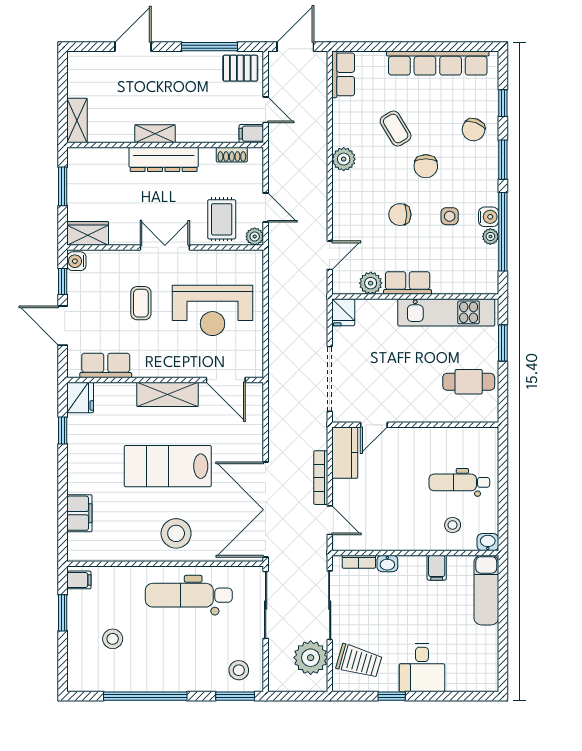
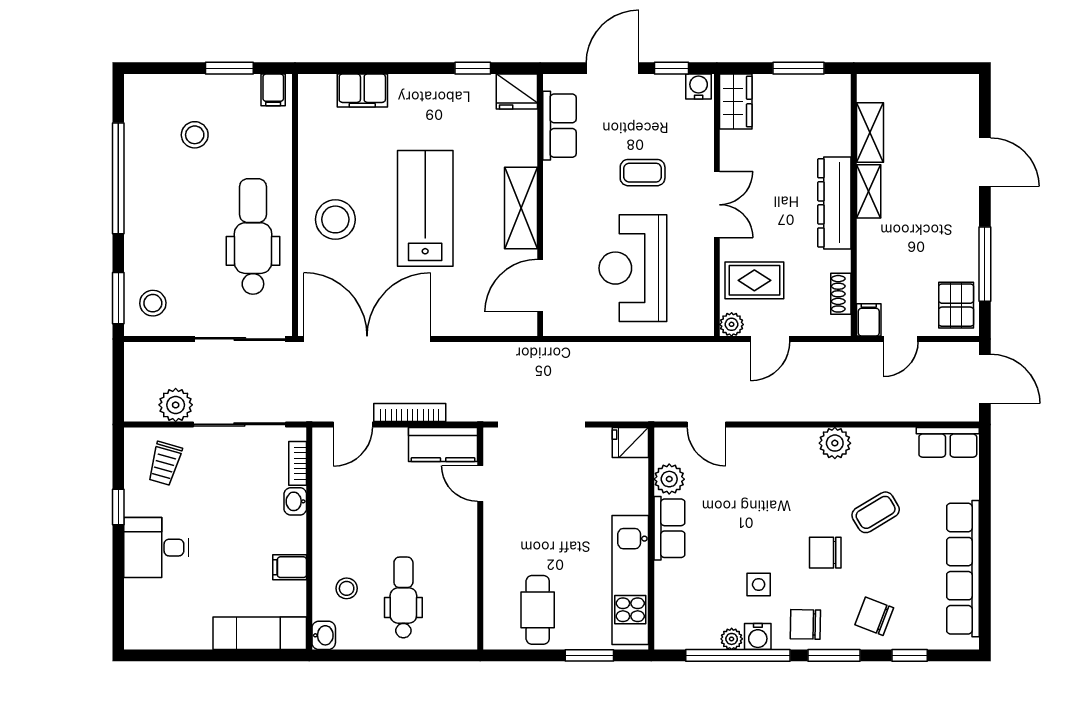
shelving: (77, 120) -> (870, 132), moved, turned 90
chair: (400, 215) -> (805, 624), moved, turned -89
plant: (311, 658) -> (176, 405), width x0.73, depth x0.73
trolley: (359, 661) -> (165, 463), width x0.73, depth x0.72

